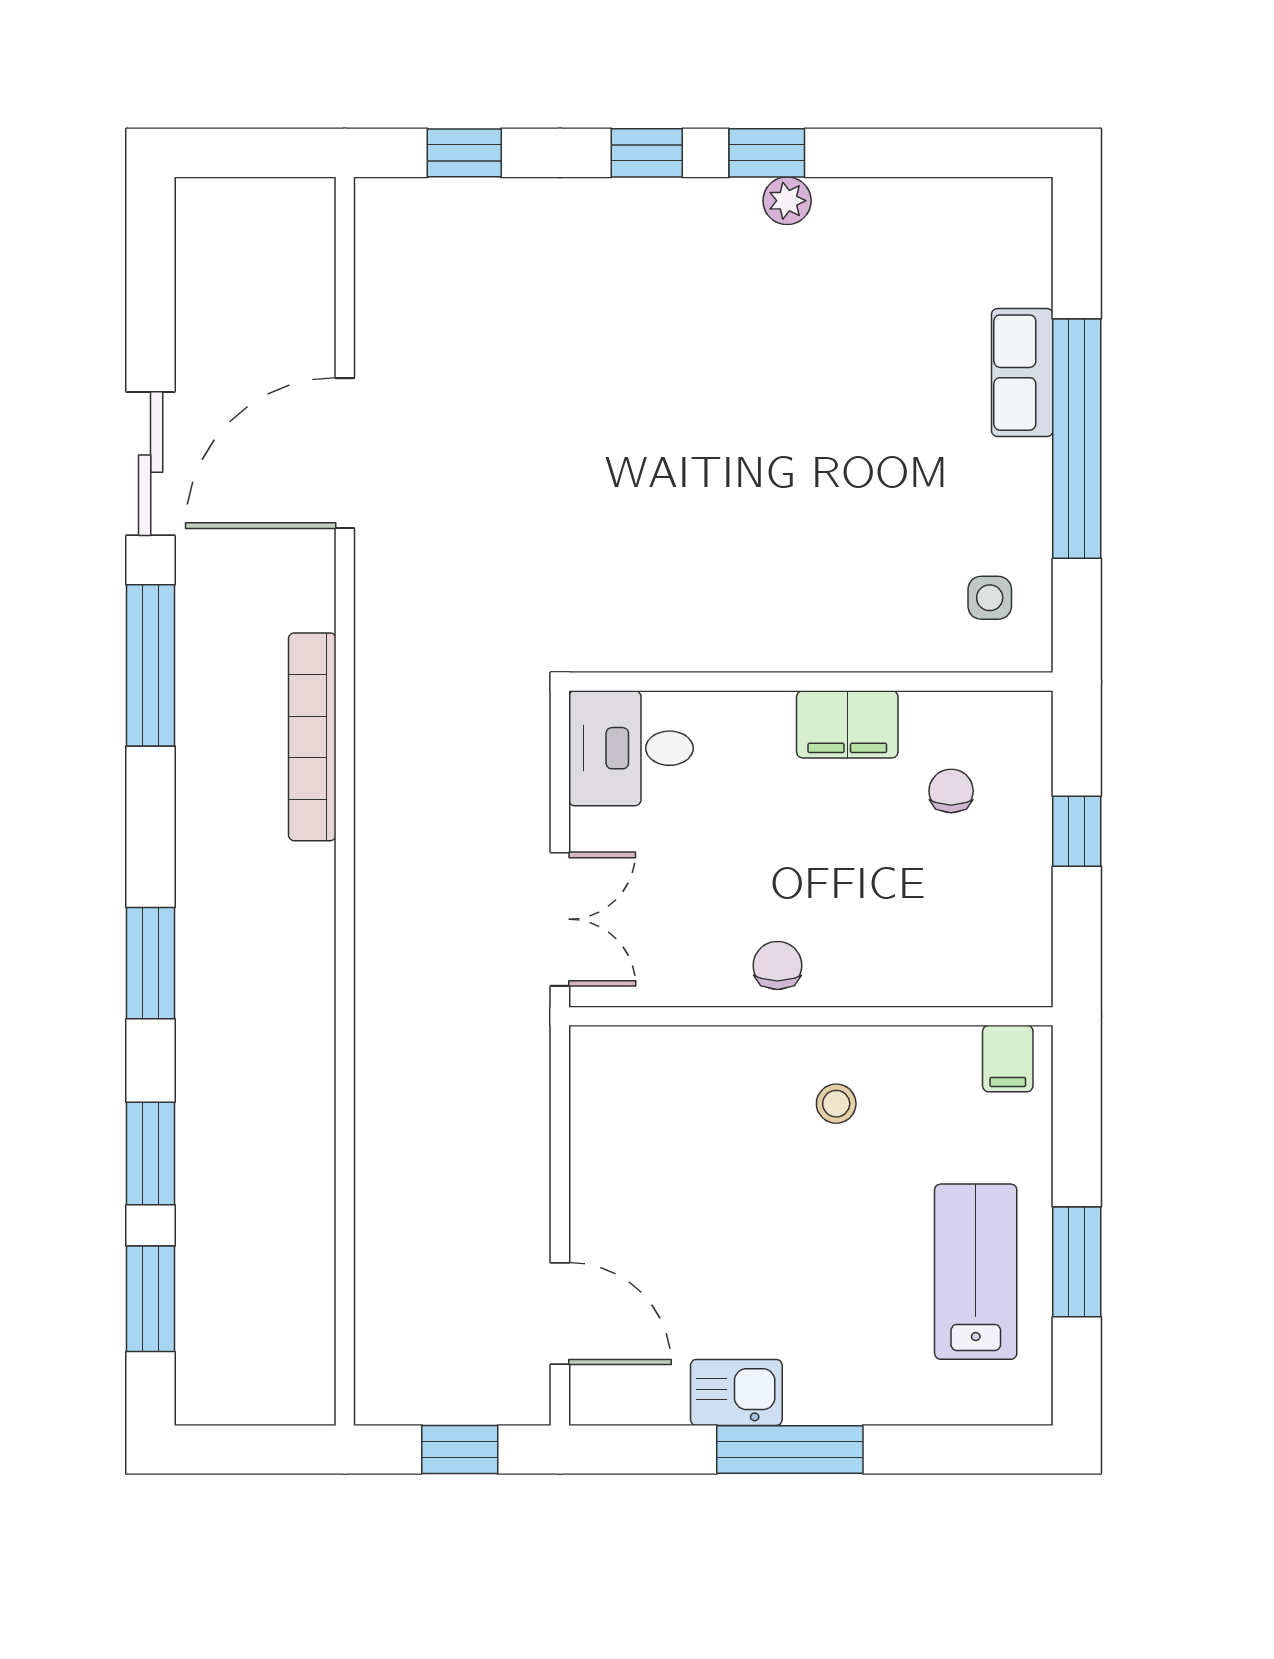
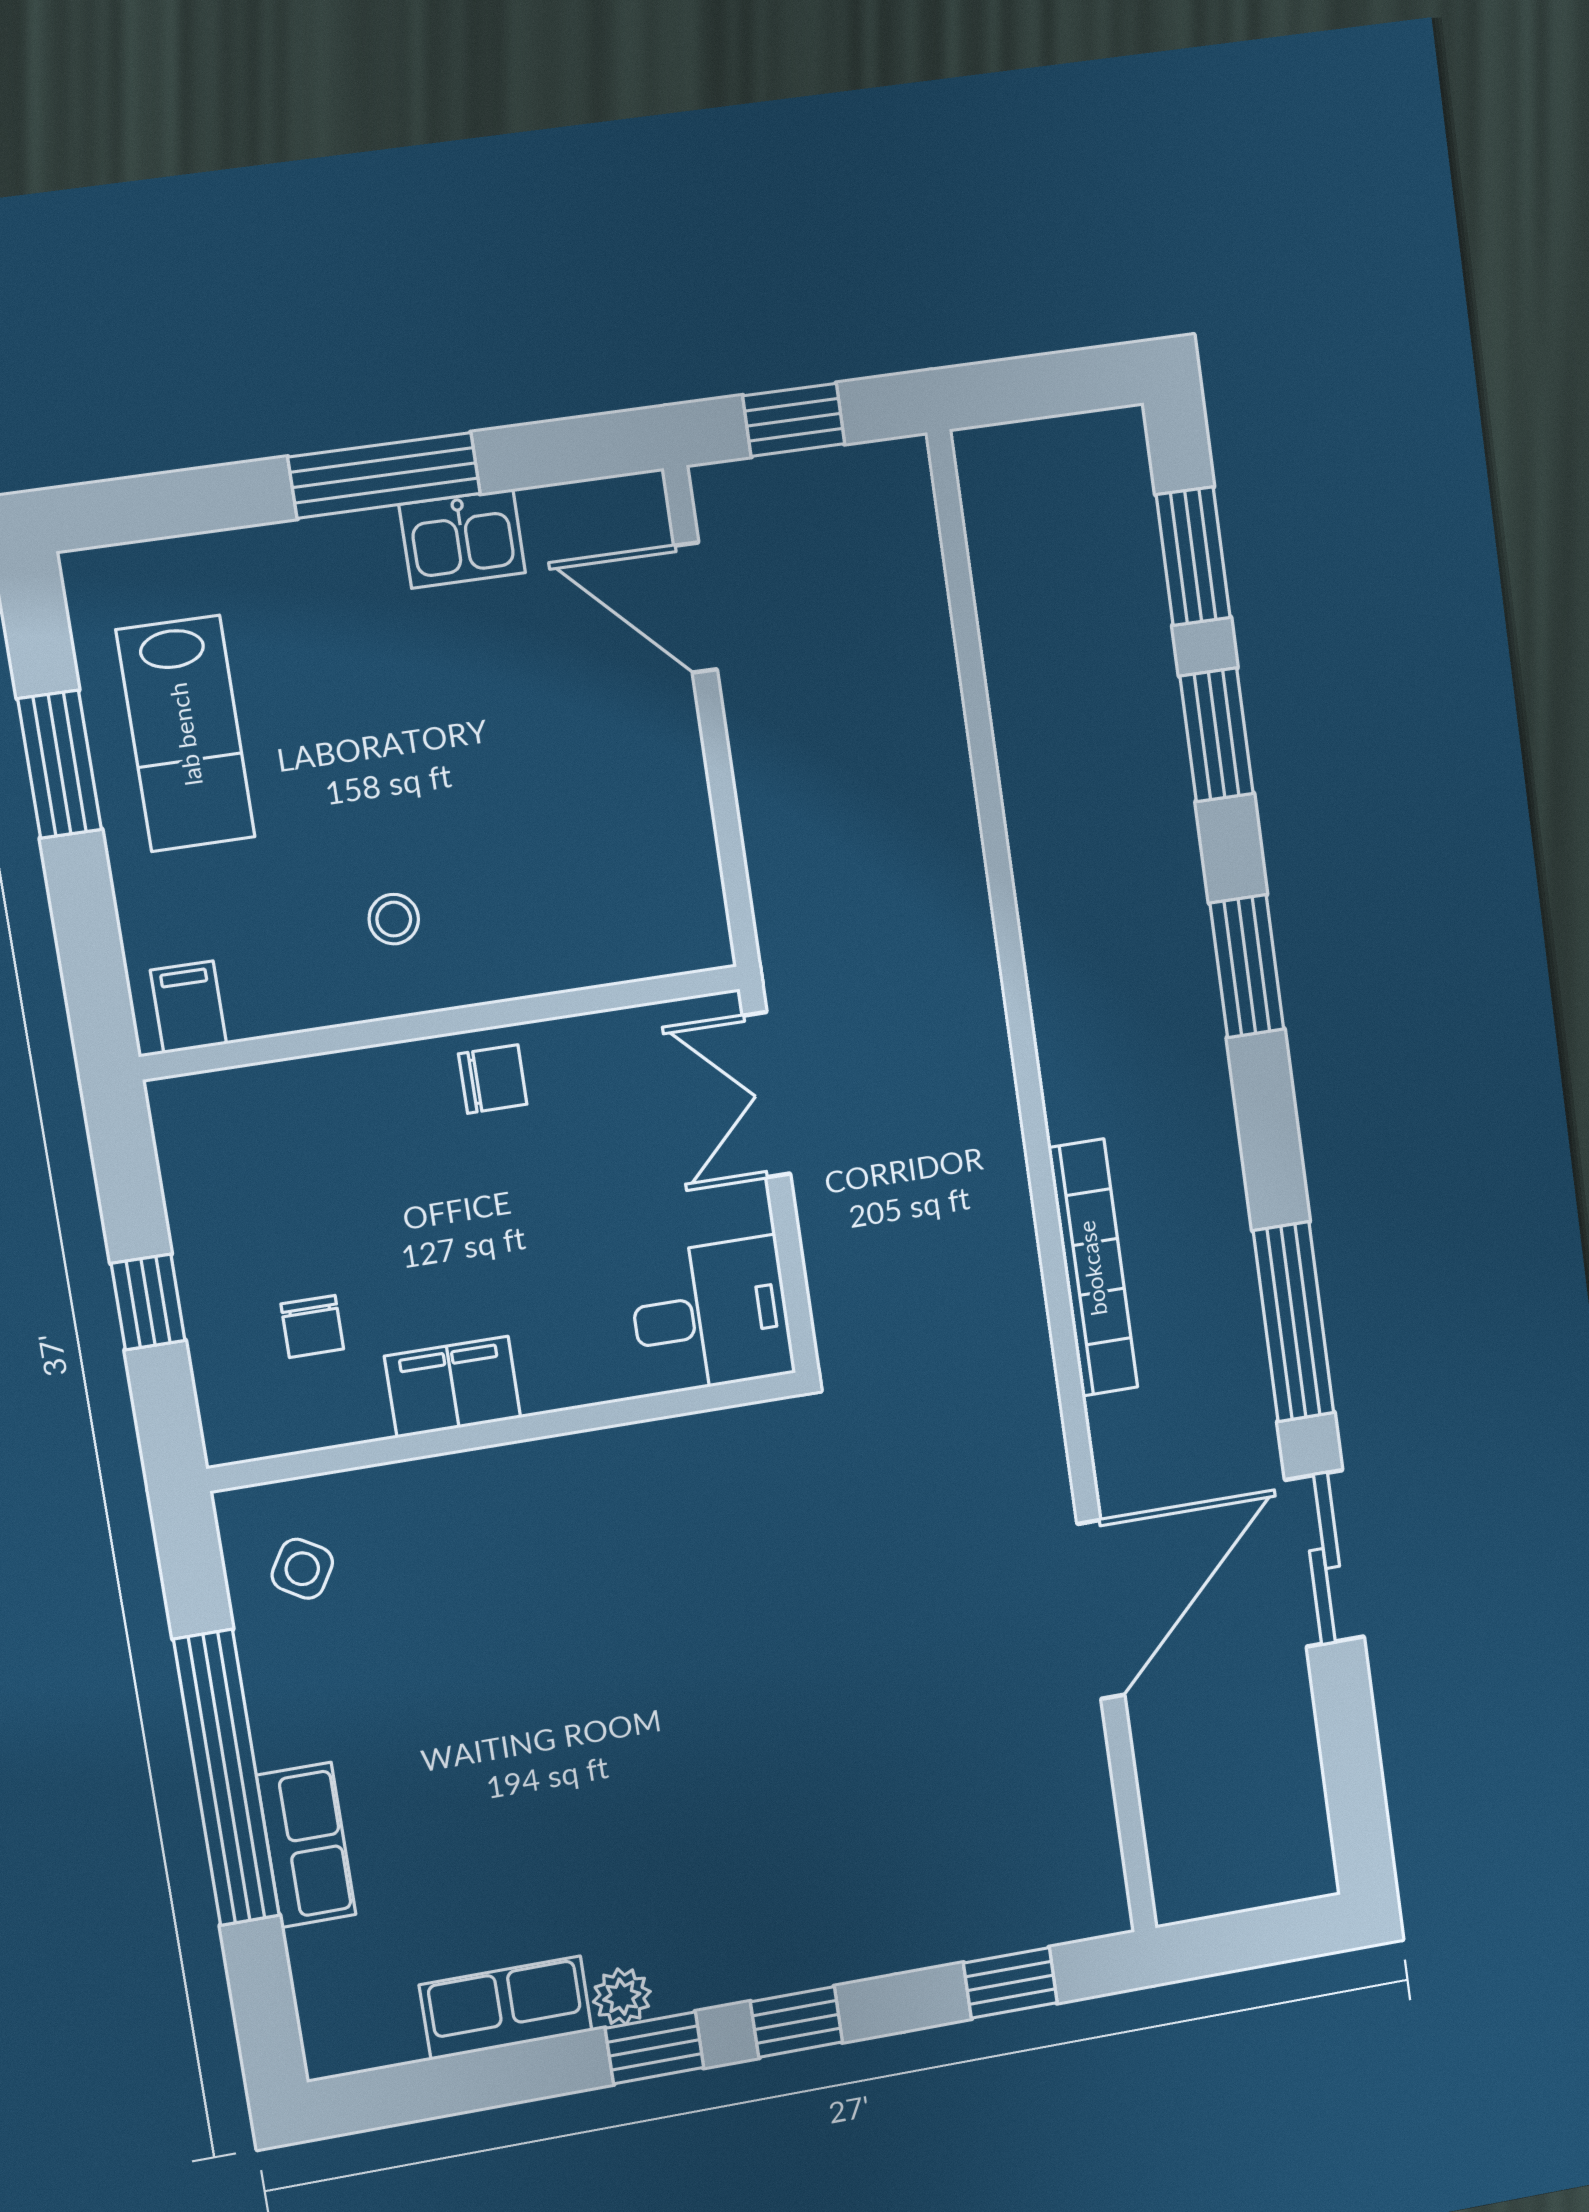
row of seats: (883, 209) -> (506, 2008), added
side table: (990, 598) -> (302, 1569), turned 31
chair: (777, 965) -> (493, 1079), turned -90

